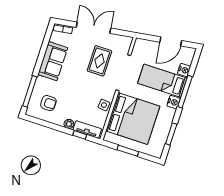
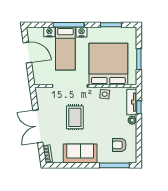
rug: (99, 61) -> (75, 117), moved, turned 90
armchair: (48, 103) -> (119, 145), turned -90

